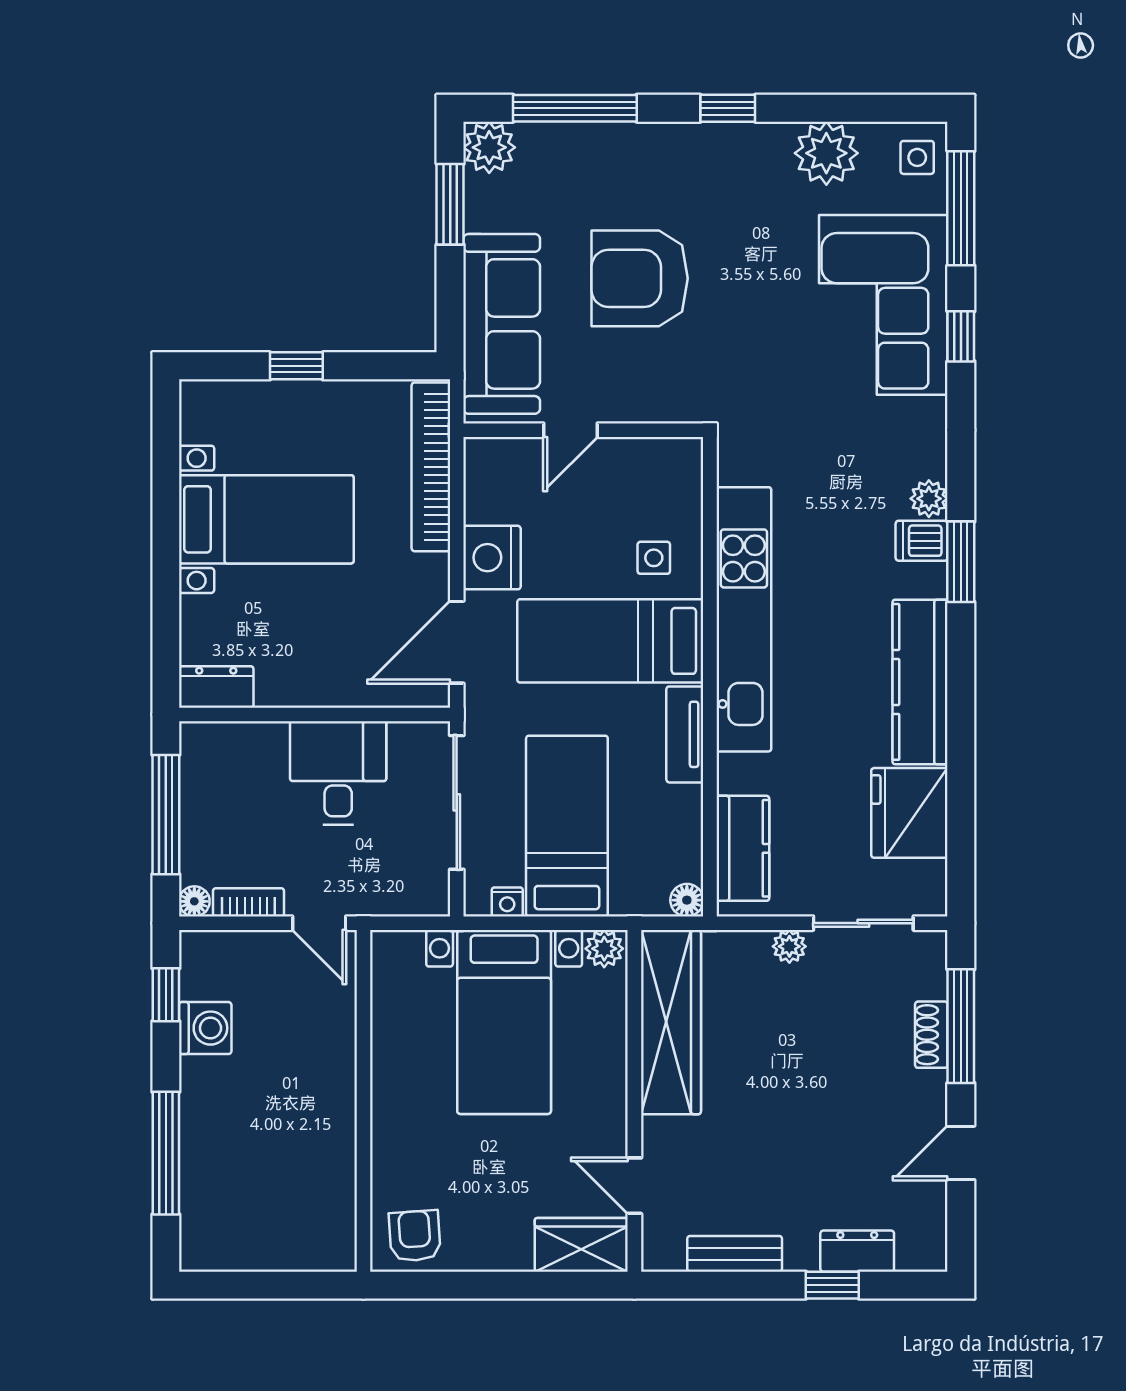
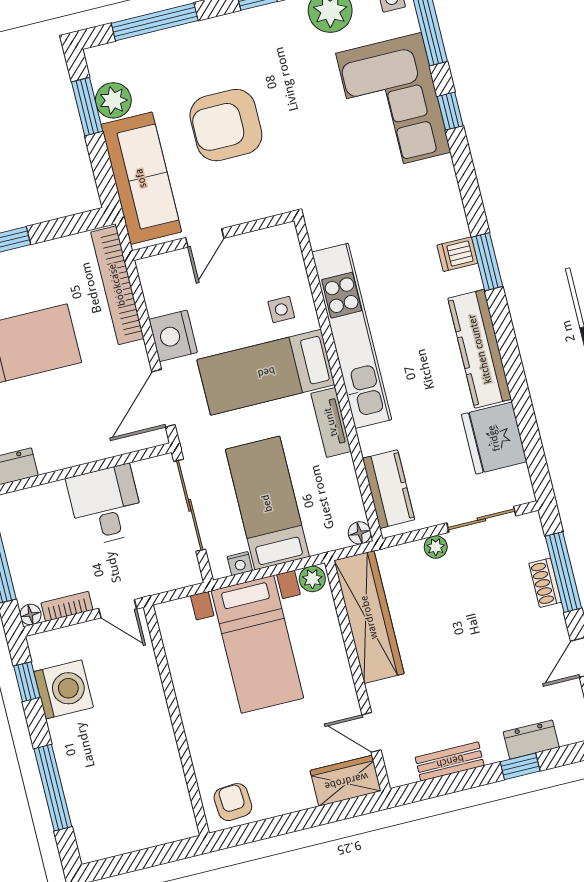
plant: (489, 147) -> (113, 100), moved
plant: (929, 499) -> (455, 225), removed
washing machine: (205, 1028) -> (64, 689), width x1.37, depth x1.37

